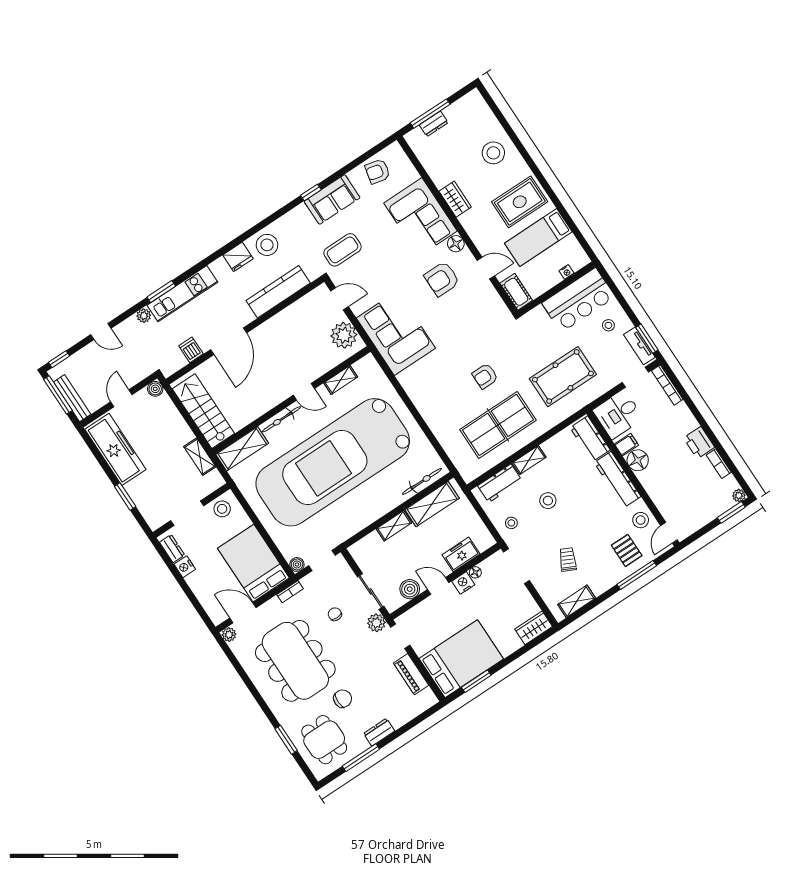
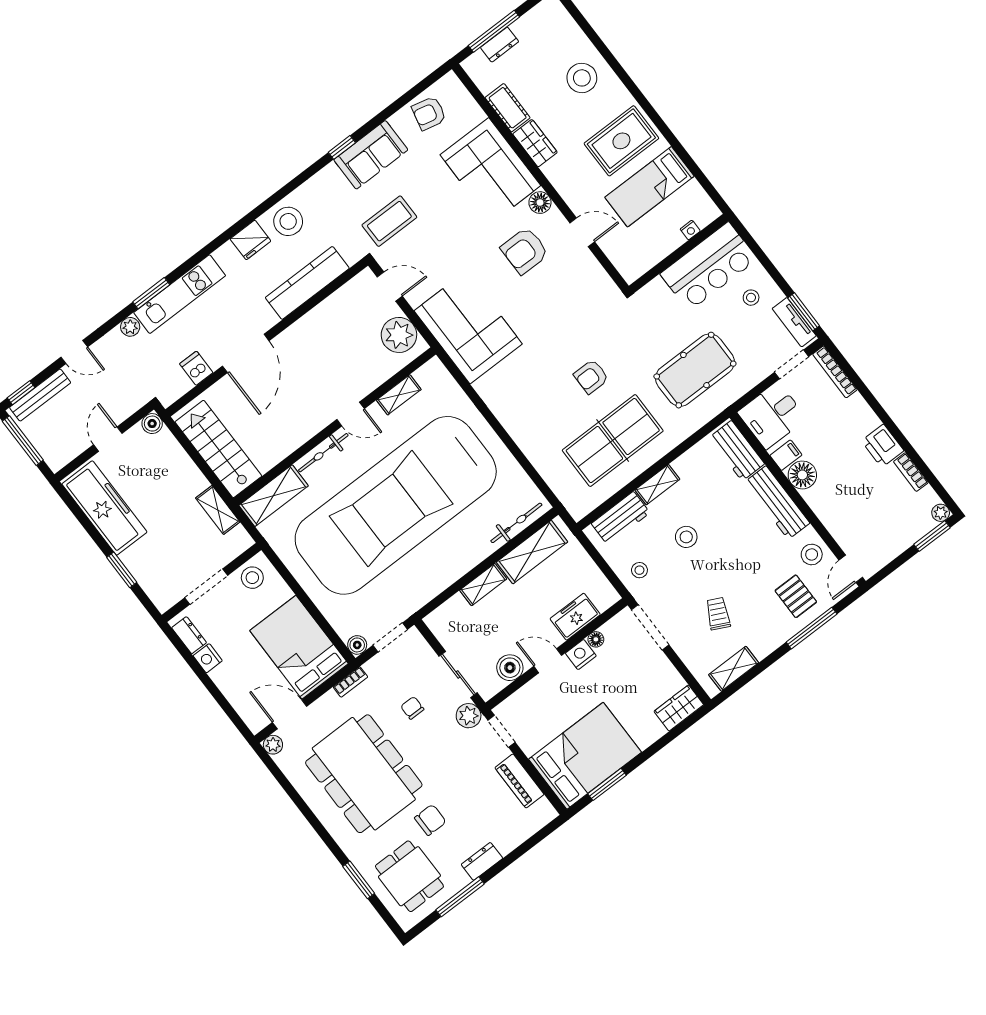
cot: (516, 292) -> (508, 108), moved
bench: (72, 398) -> (40, 395), moved, turned 90

